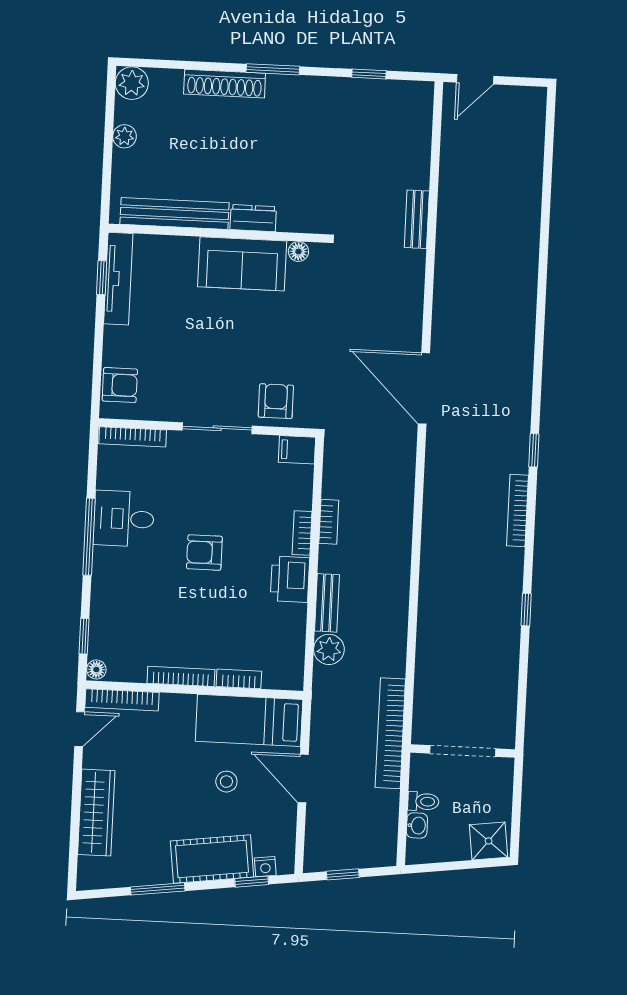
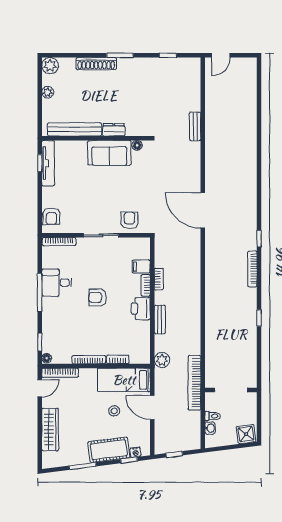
armchair: (120, 385) -> (51, 216), turned 90
filing cabinet: (297, 450) -> (141, 267), moved
plant: (329, 649) -> (162, 360), moved

